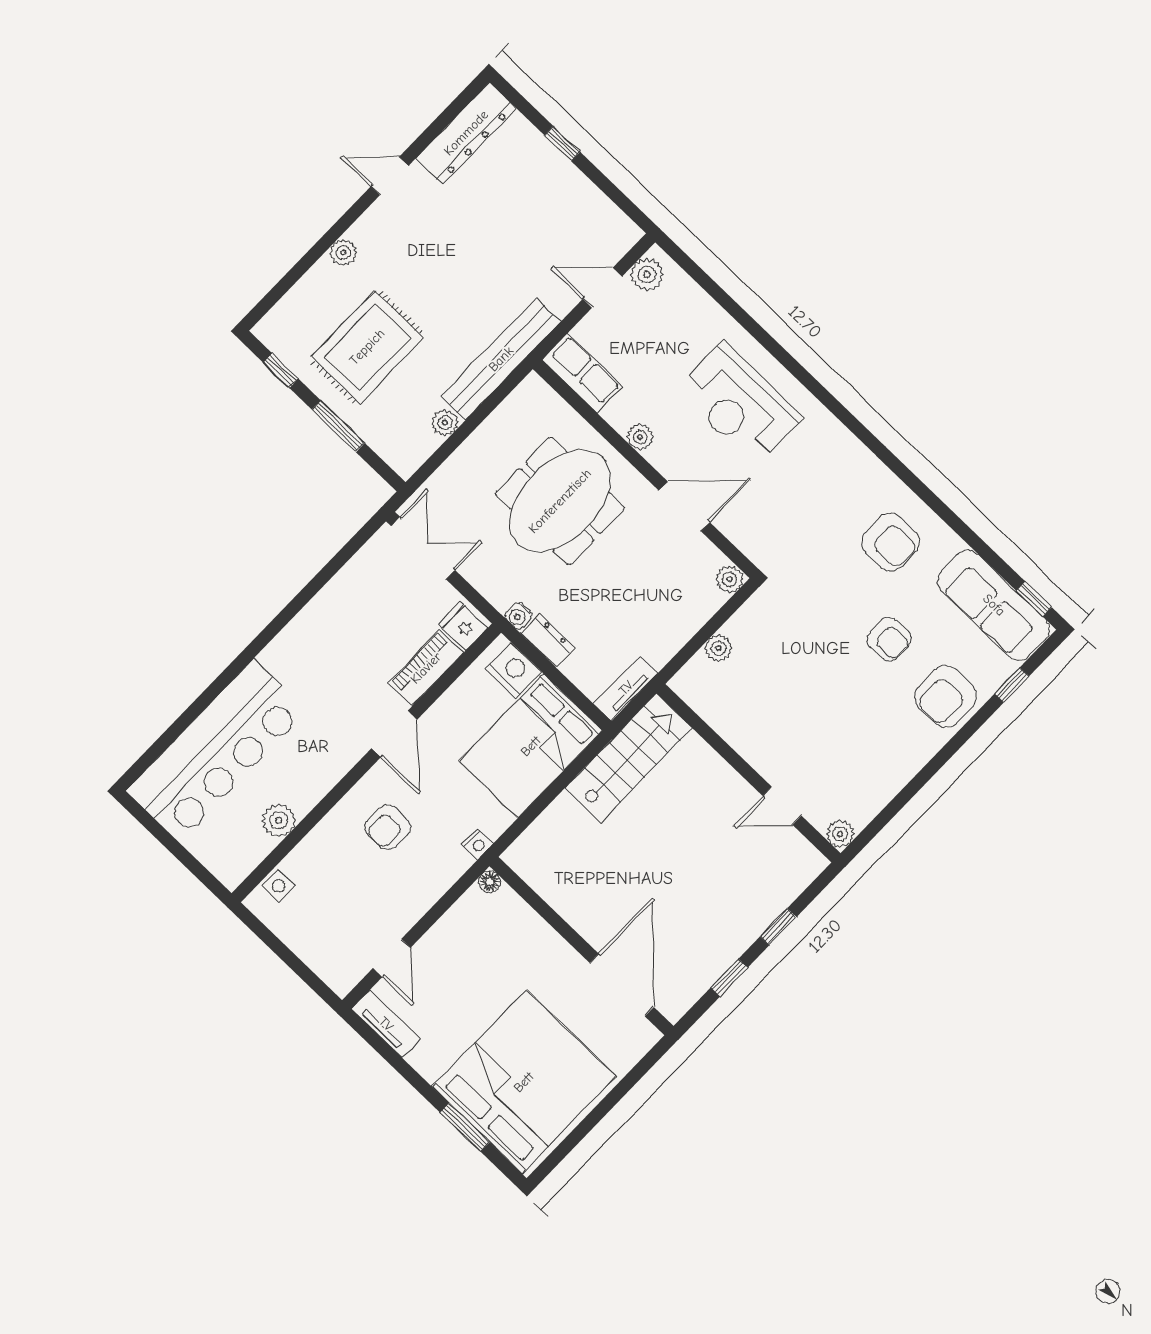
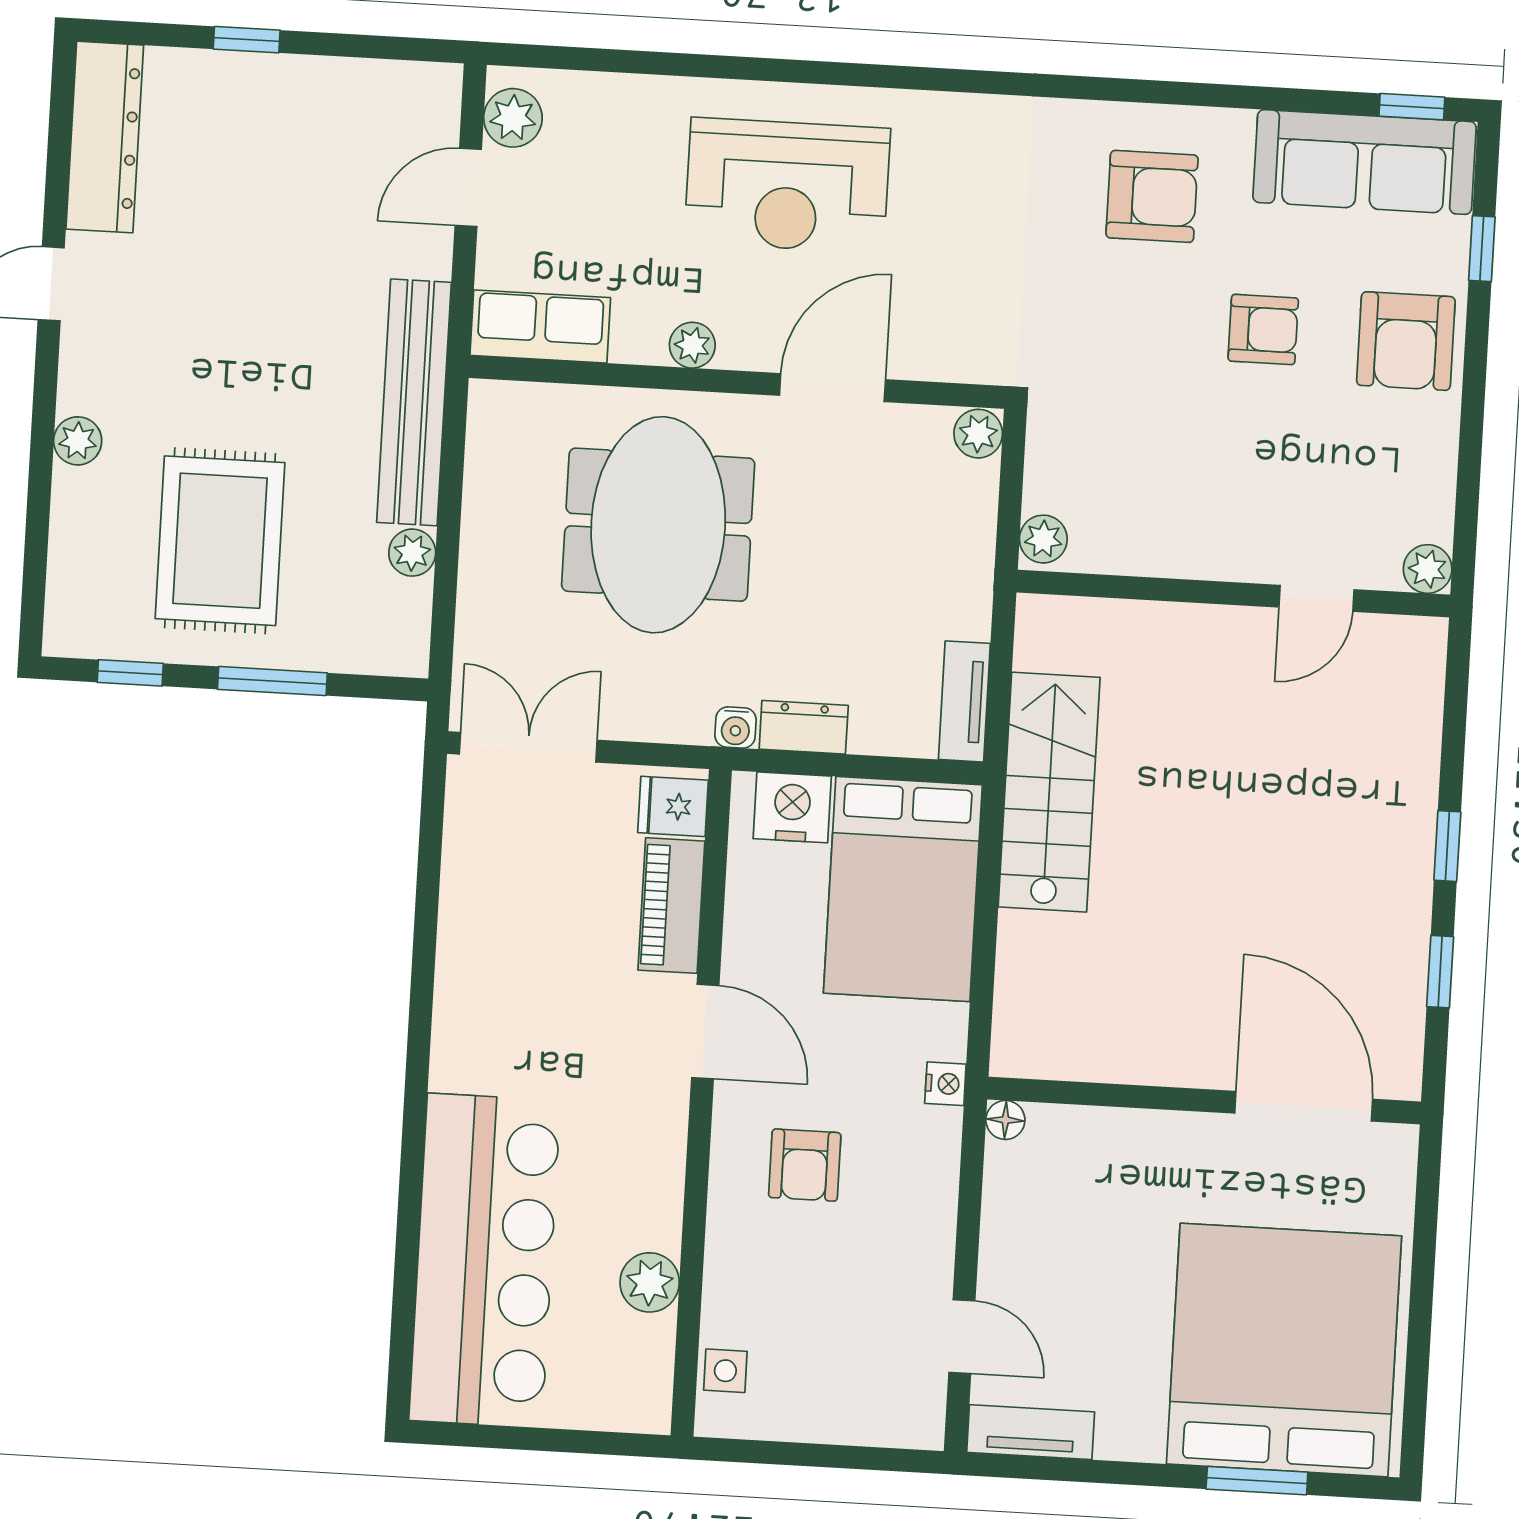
wall: (748, 773) -> (1233, 594), moved
door: (782, 806) -> (1316, 598), moved
plant: (840, 834) -> (1428, 569), moved

